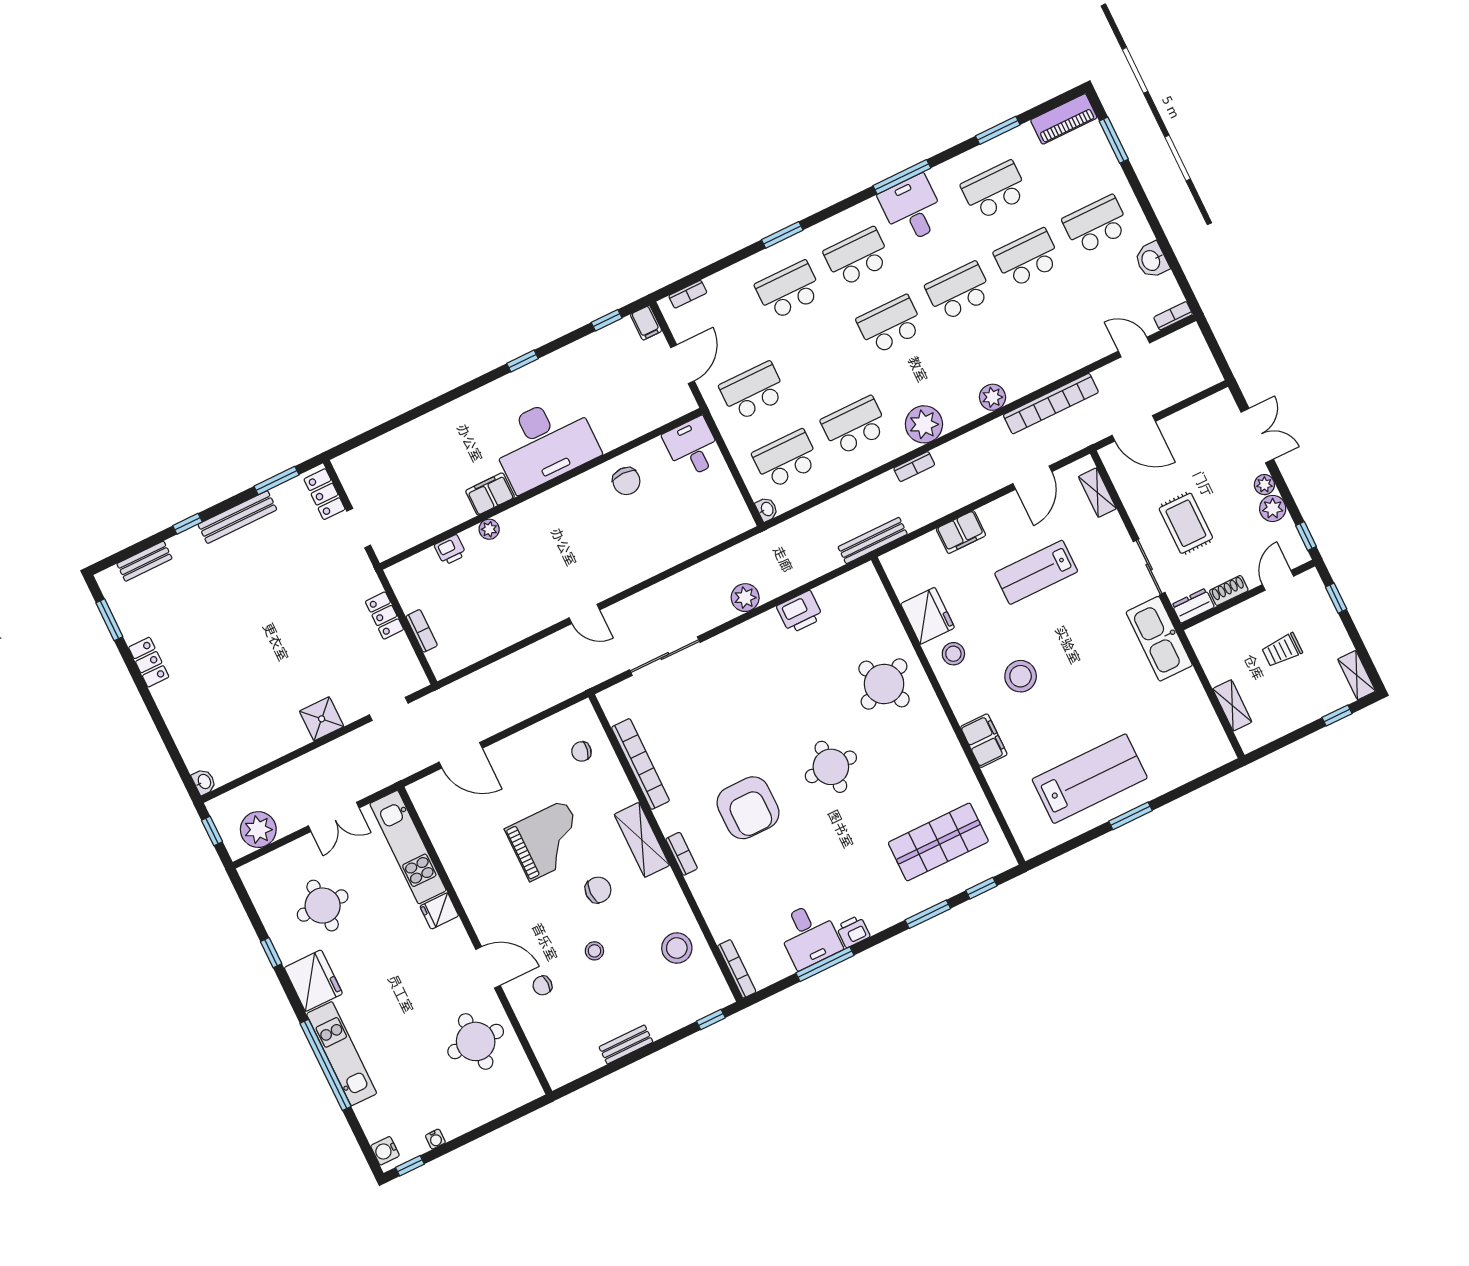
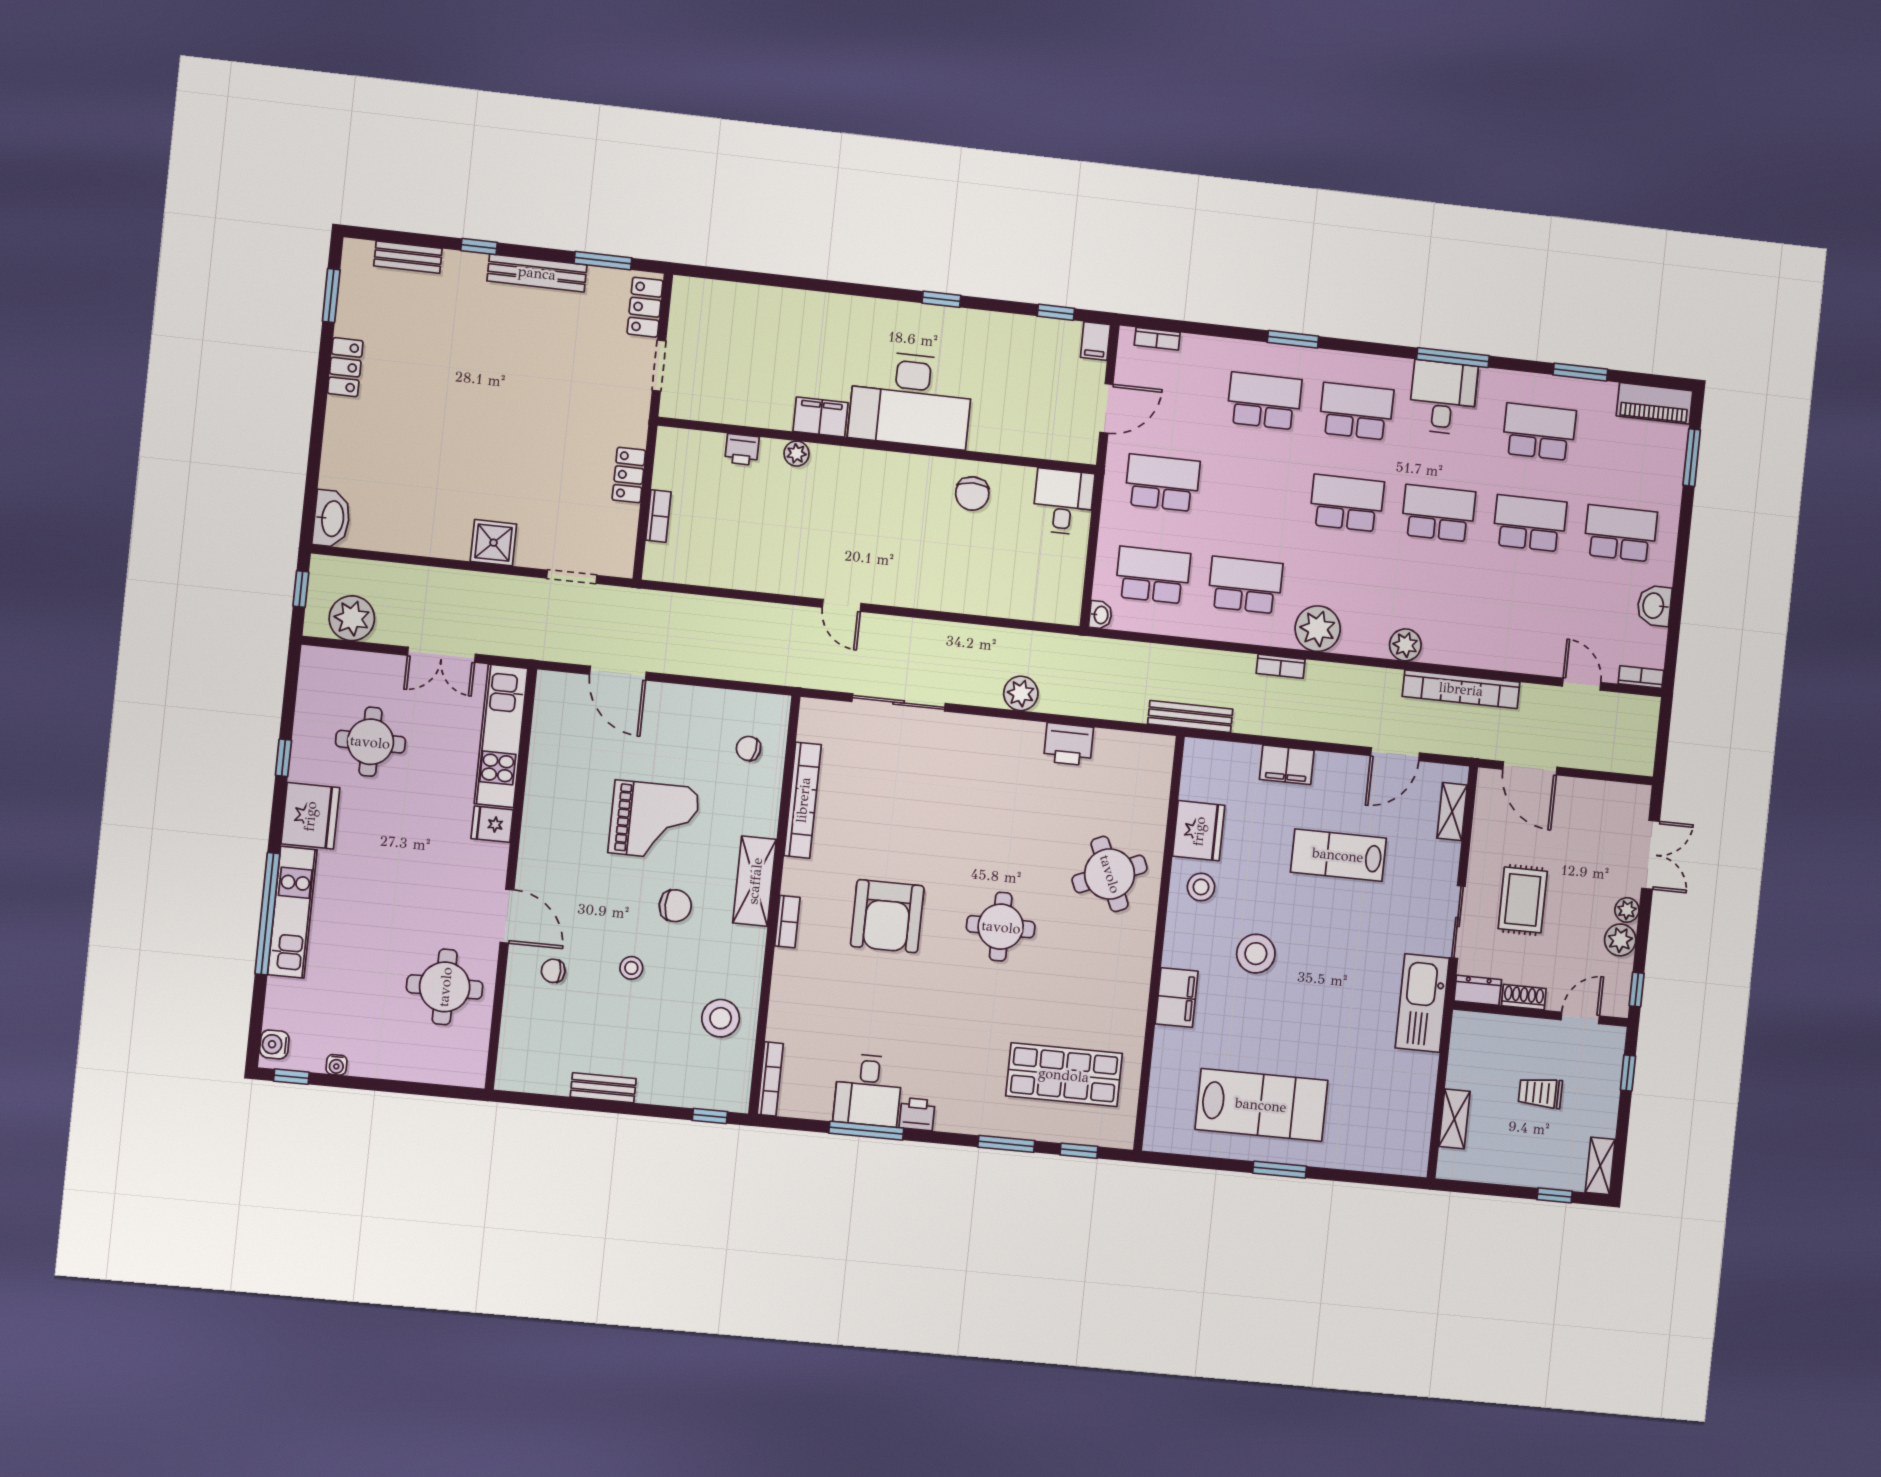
washbasin: (204, 782) -> (332, 519), width x1.91, depth x1.45

